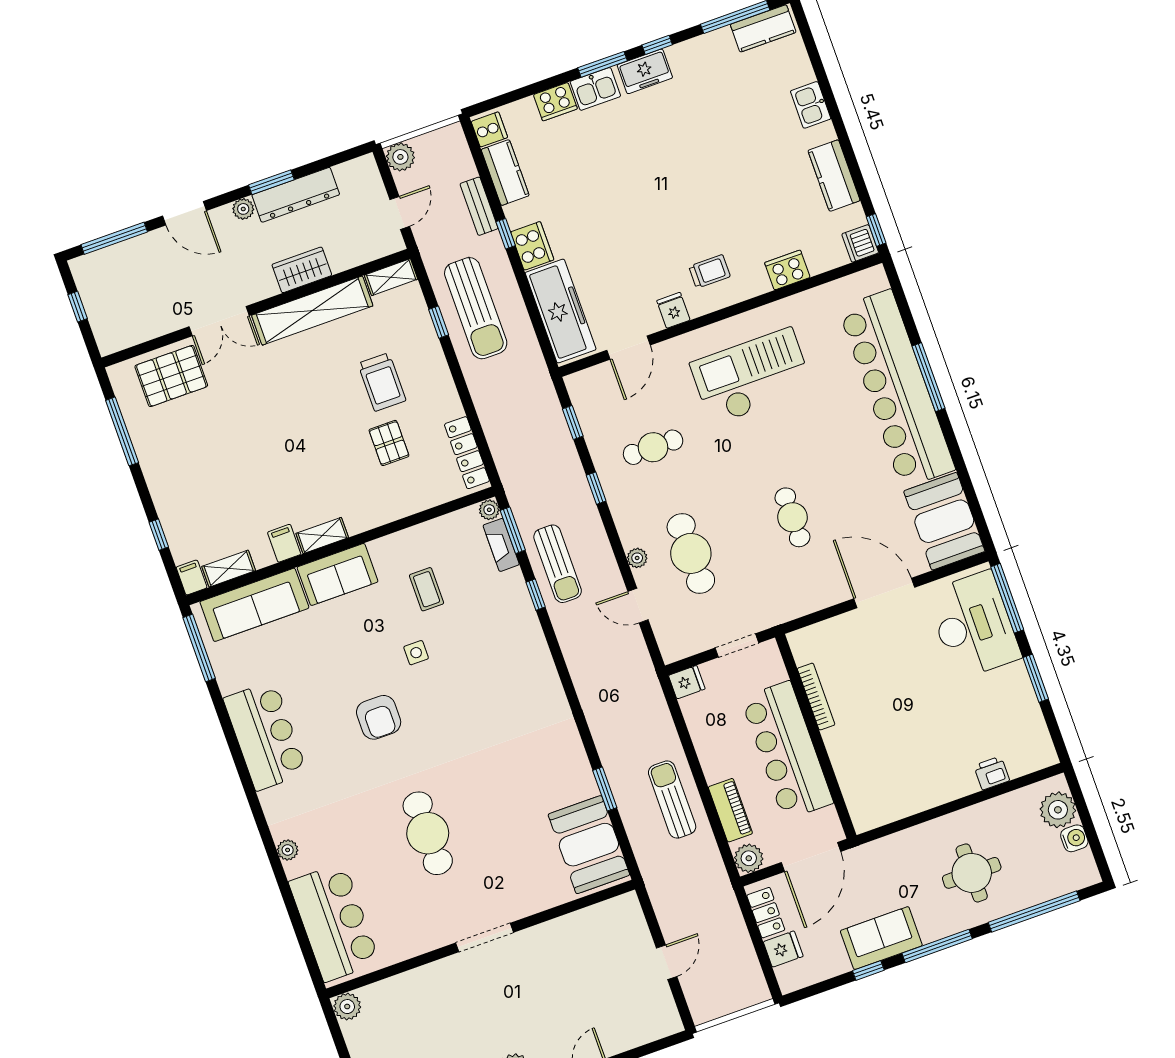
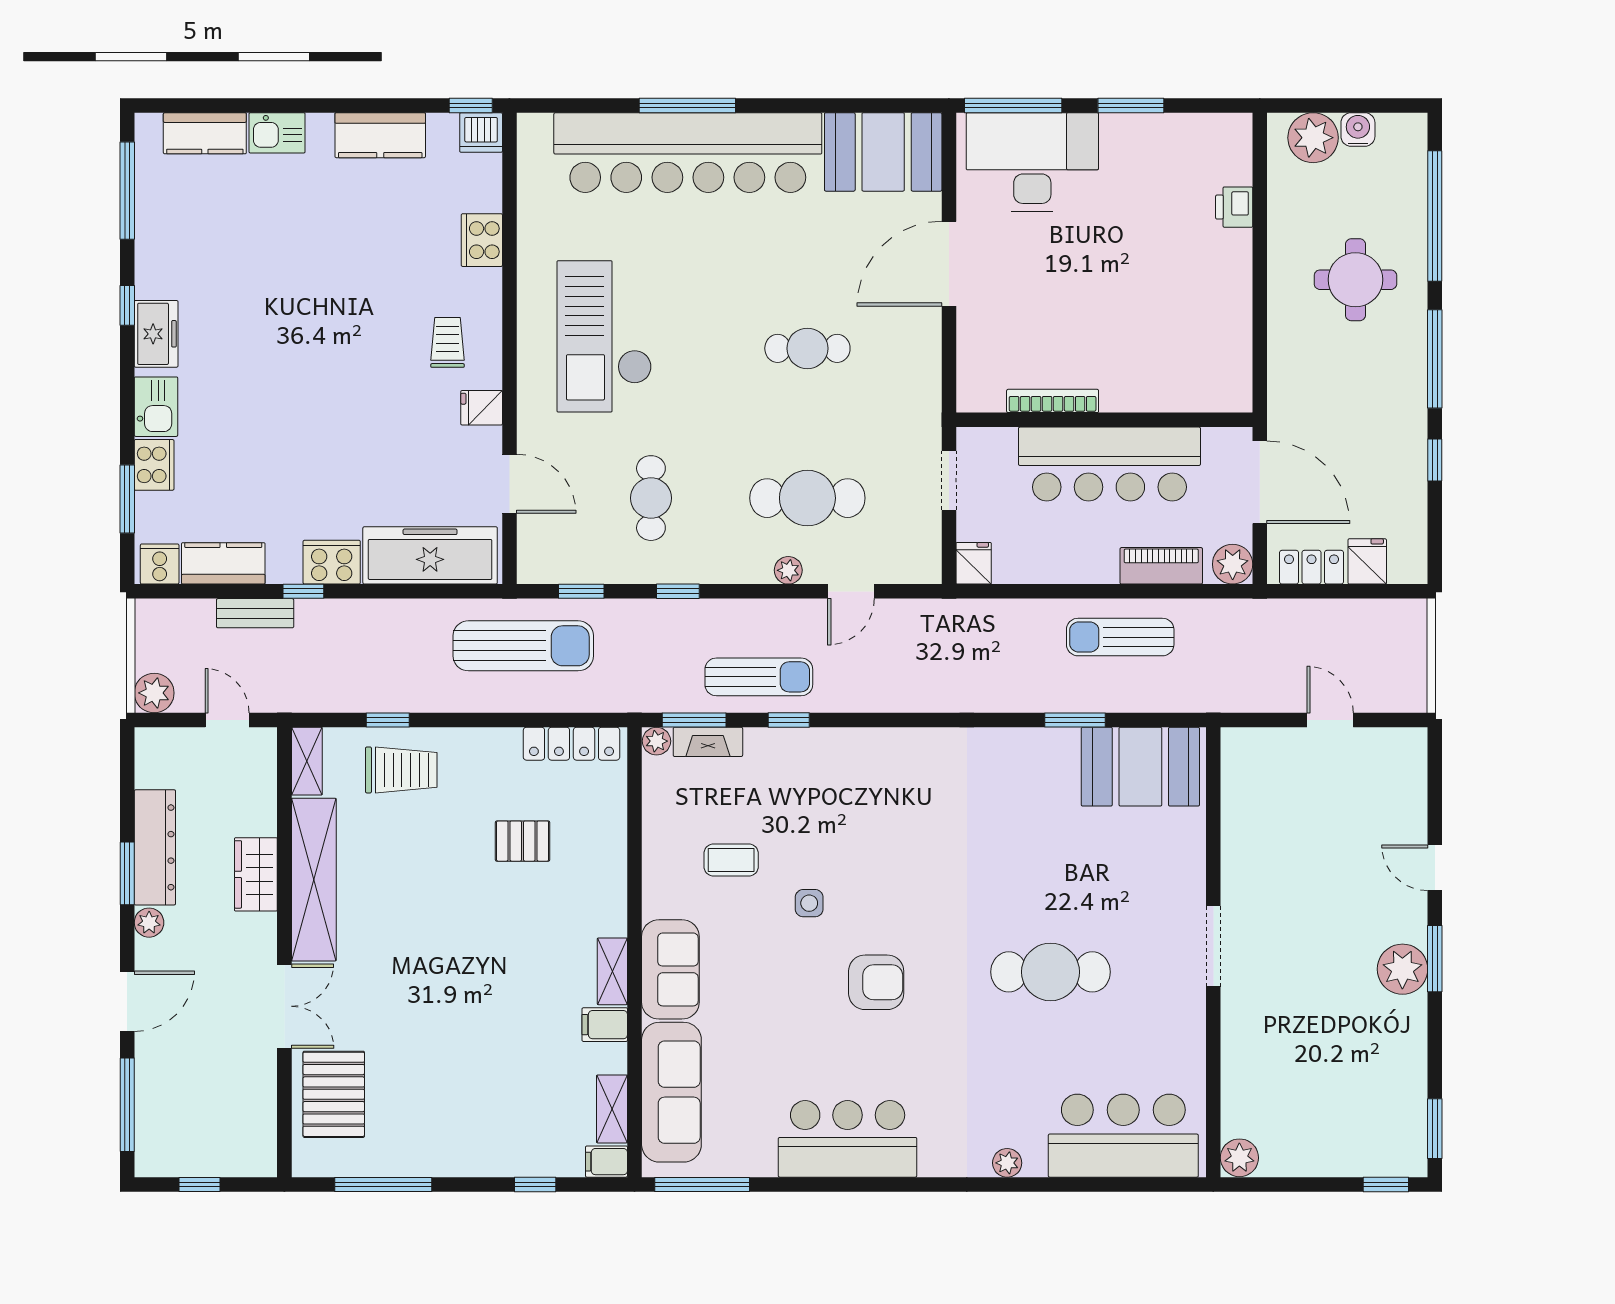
kitchen counter: (763, 28) -> (205, 133), moved, turned 90
window: (602, 64) -> (127, 499), moved
sun lounger: (476, 308) -> (523, 646), moved
trolley: (382, 382) -> (401, 770), moved
sofa: (881, 938) -> (1399, 428), removed

